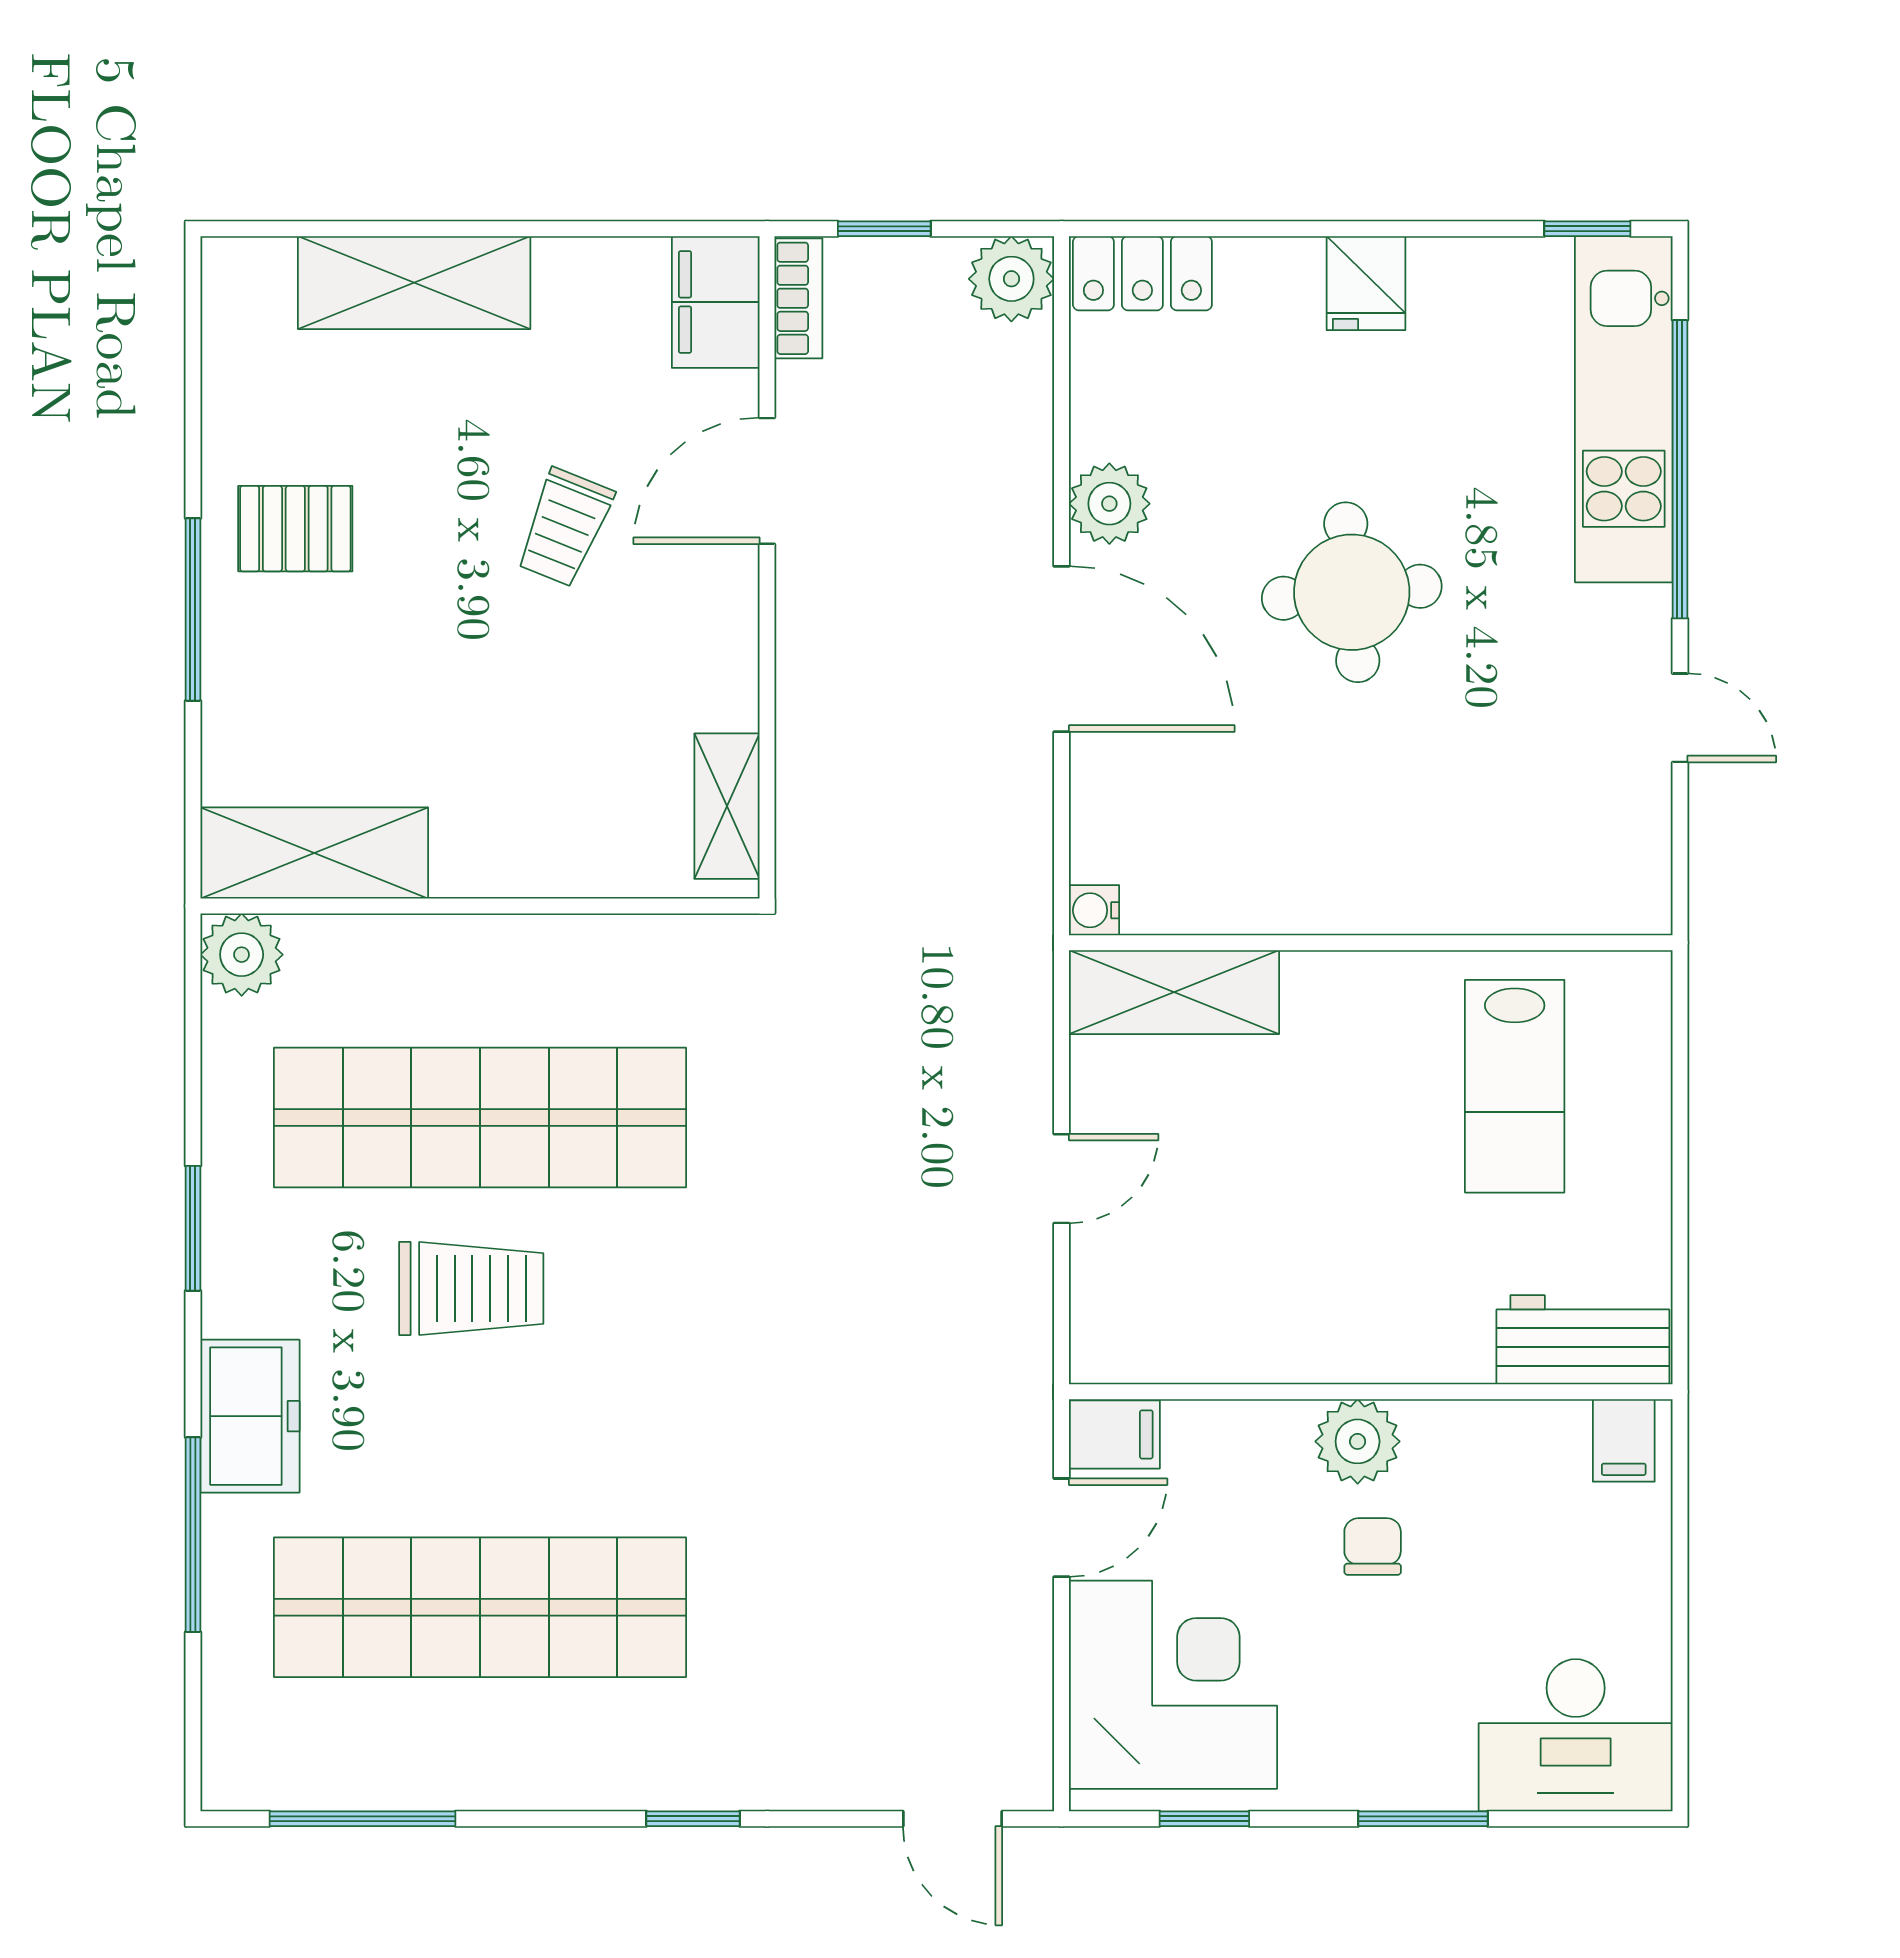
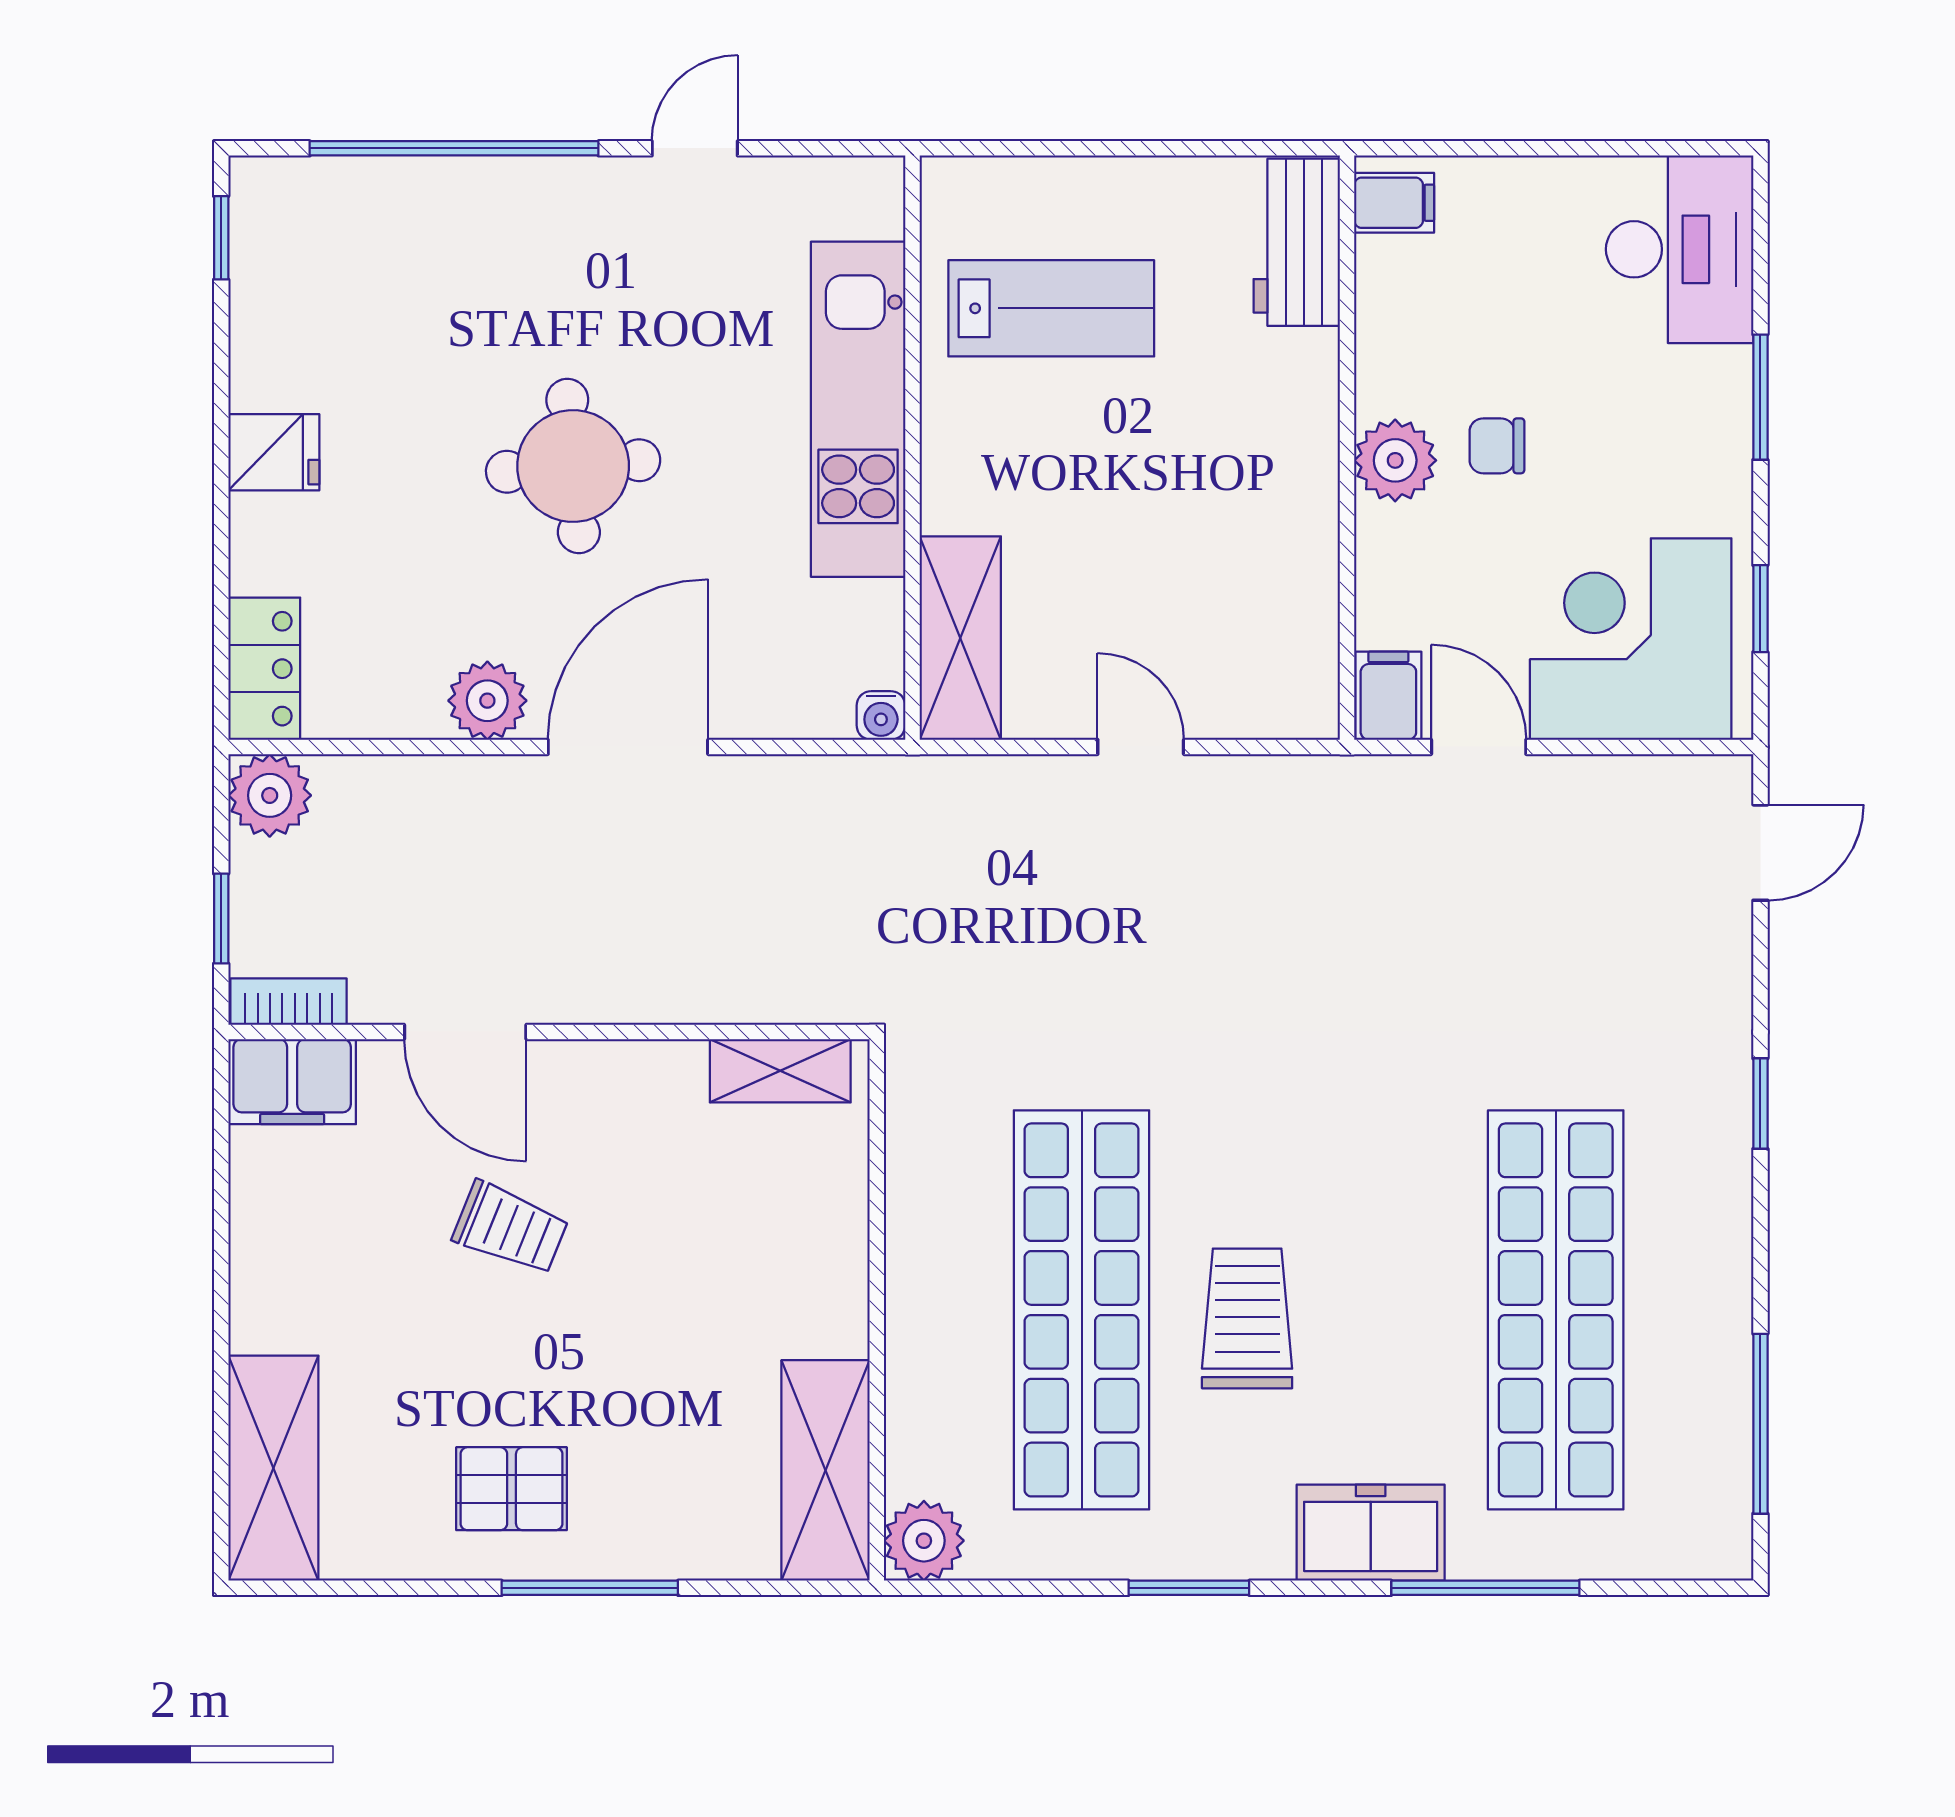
shelving: (414, 283) -> (273, 1468), moved
kitchen unit: (1624, 409) -> (858, 409), moved, turned 90
pallet: (295, 529) -> (512, 1489), turned 90

